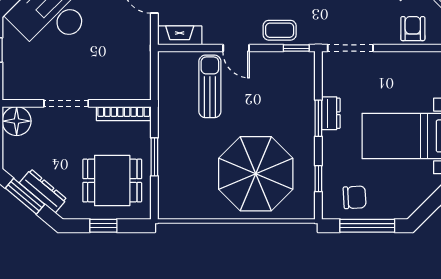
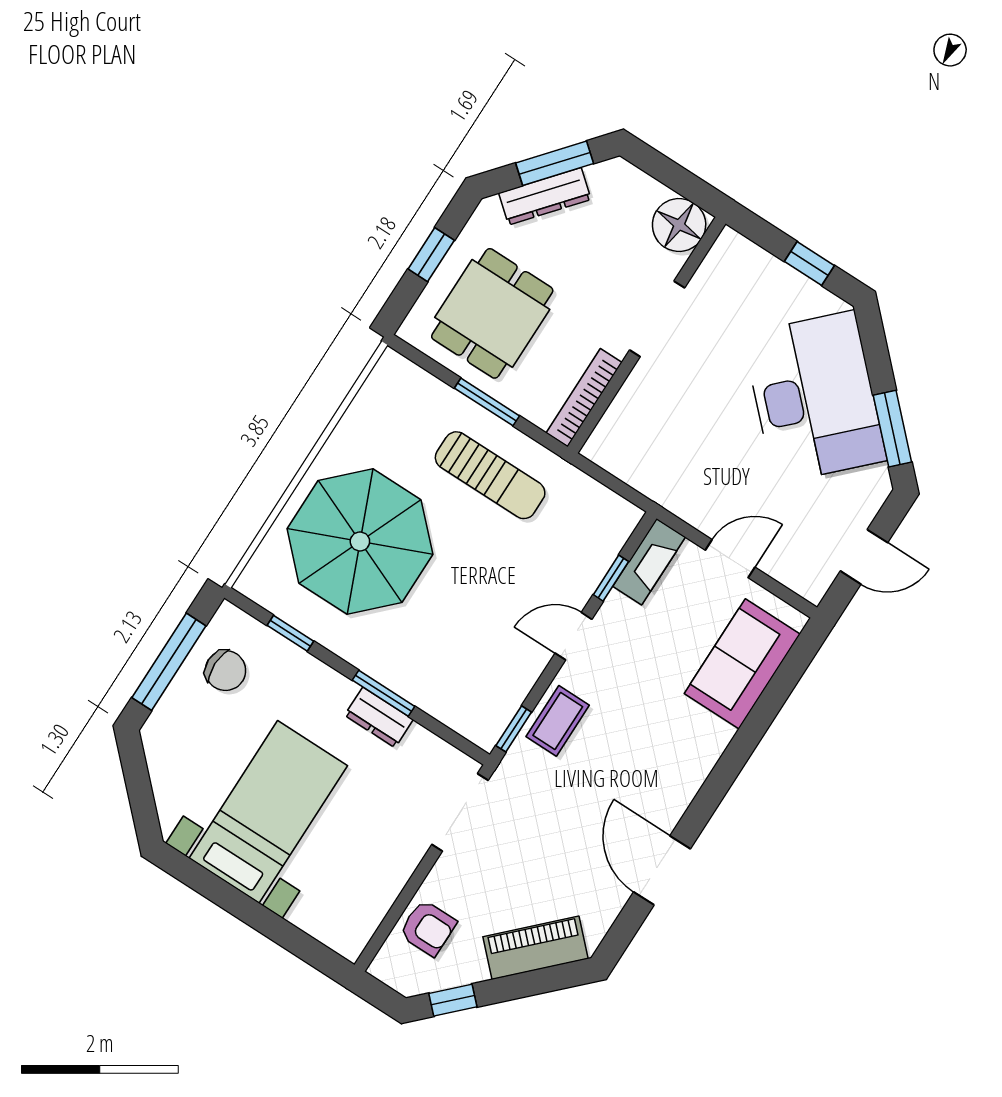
window: (198, 48) -> (611, 578), added
sun lounger: (210, 86) -> (490, 475), moved
chair: (355, 197) -> (225, 671), turned -87

